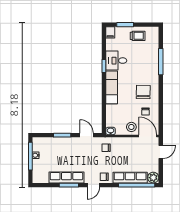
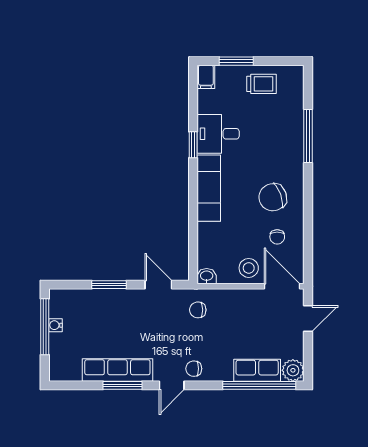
chair: (143, 92) -> (273, 197), turned -111
row of seats: (130, 178) -> (257, 370), width x0.68

